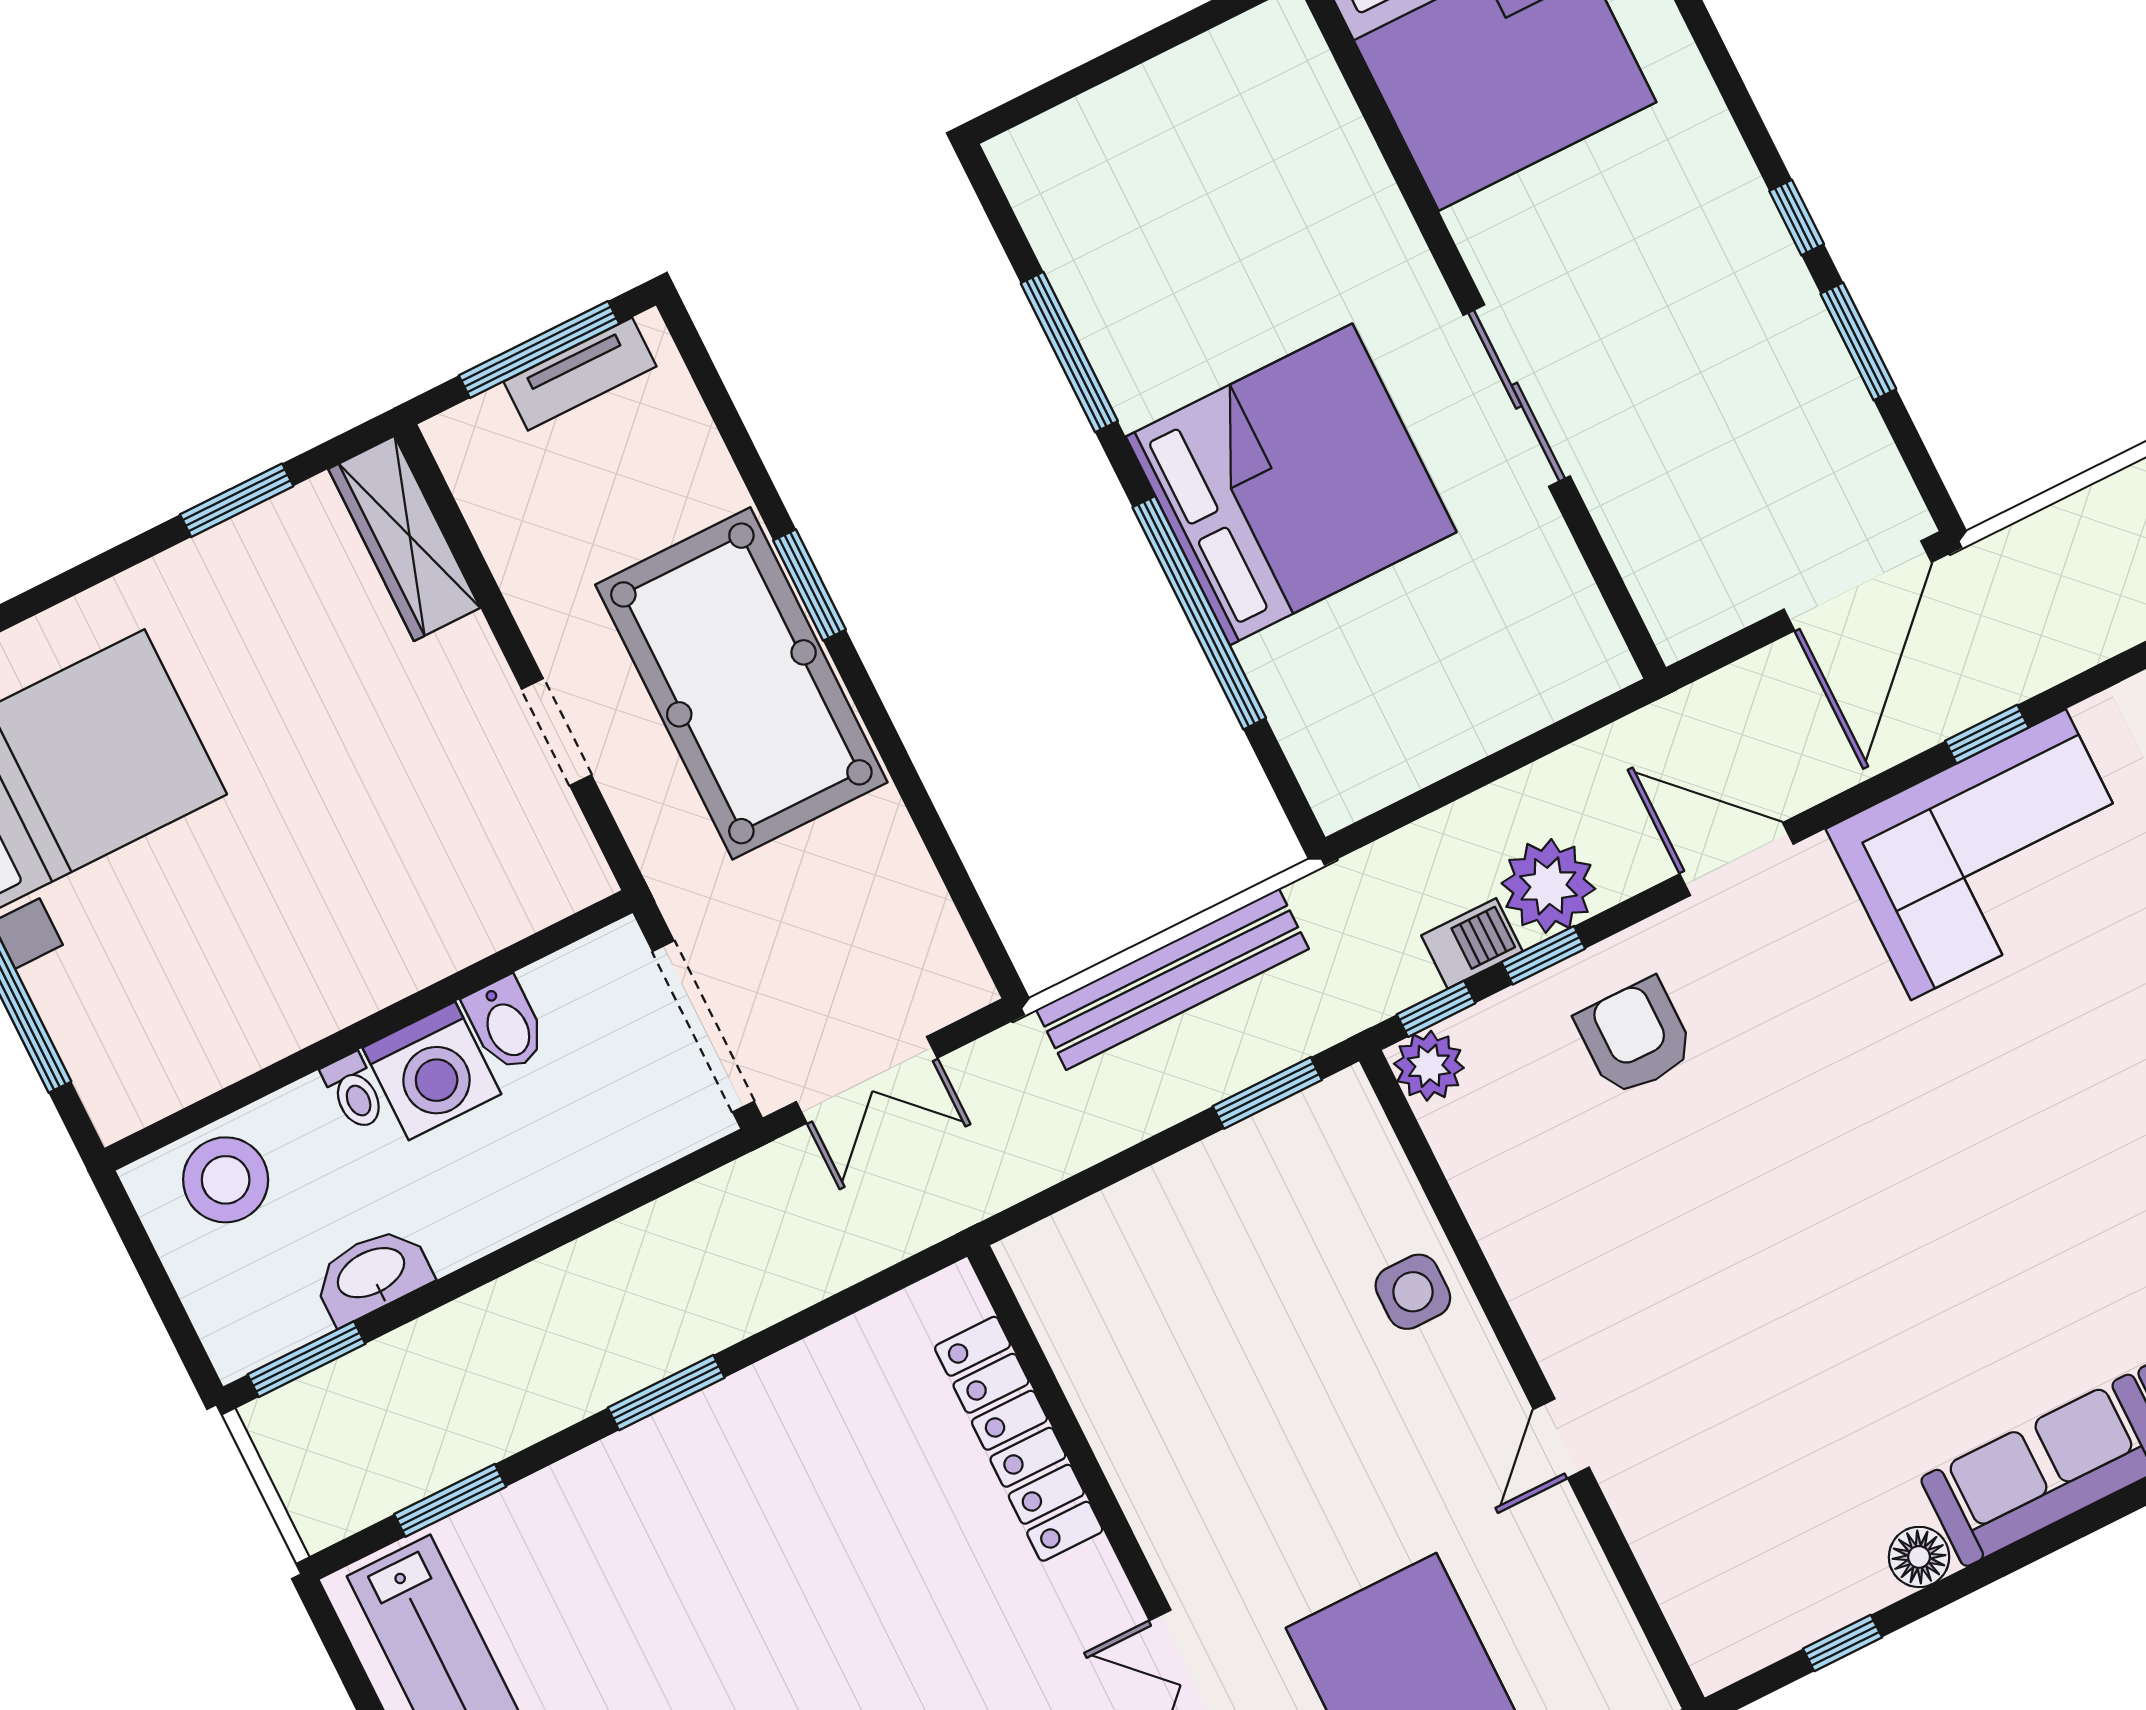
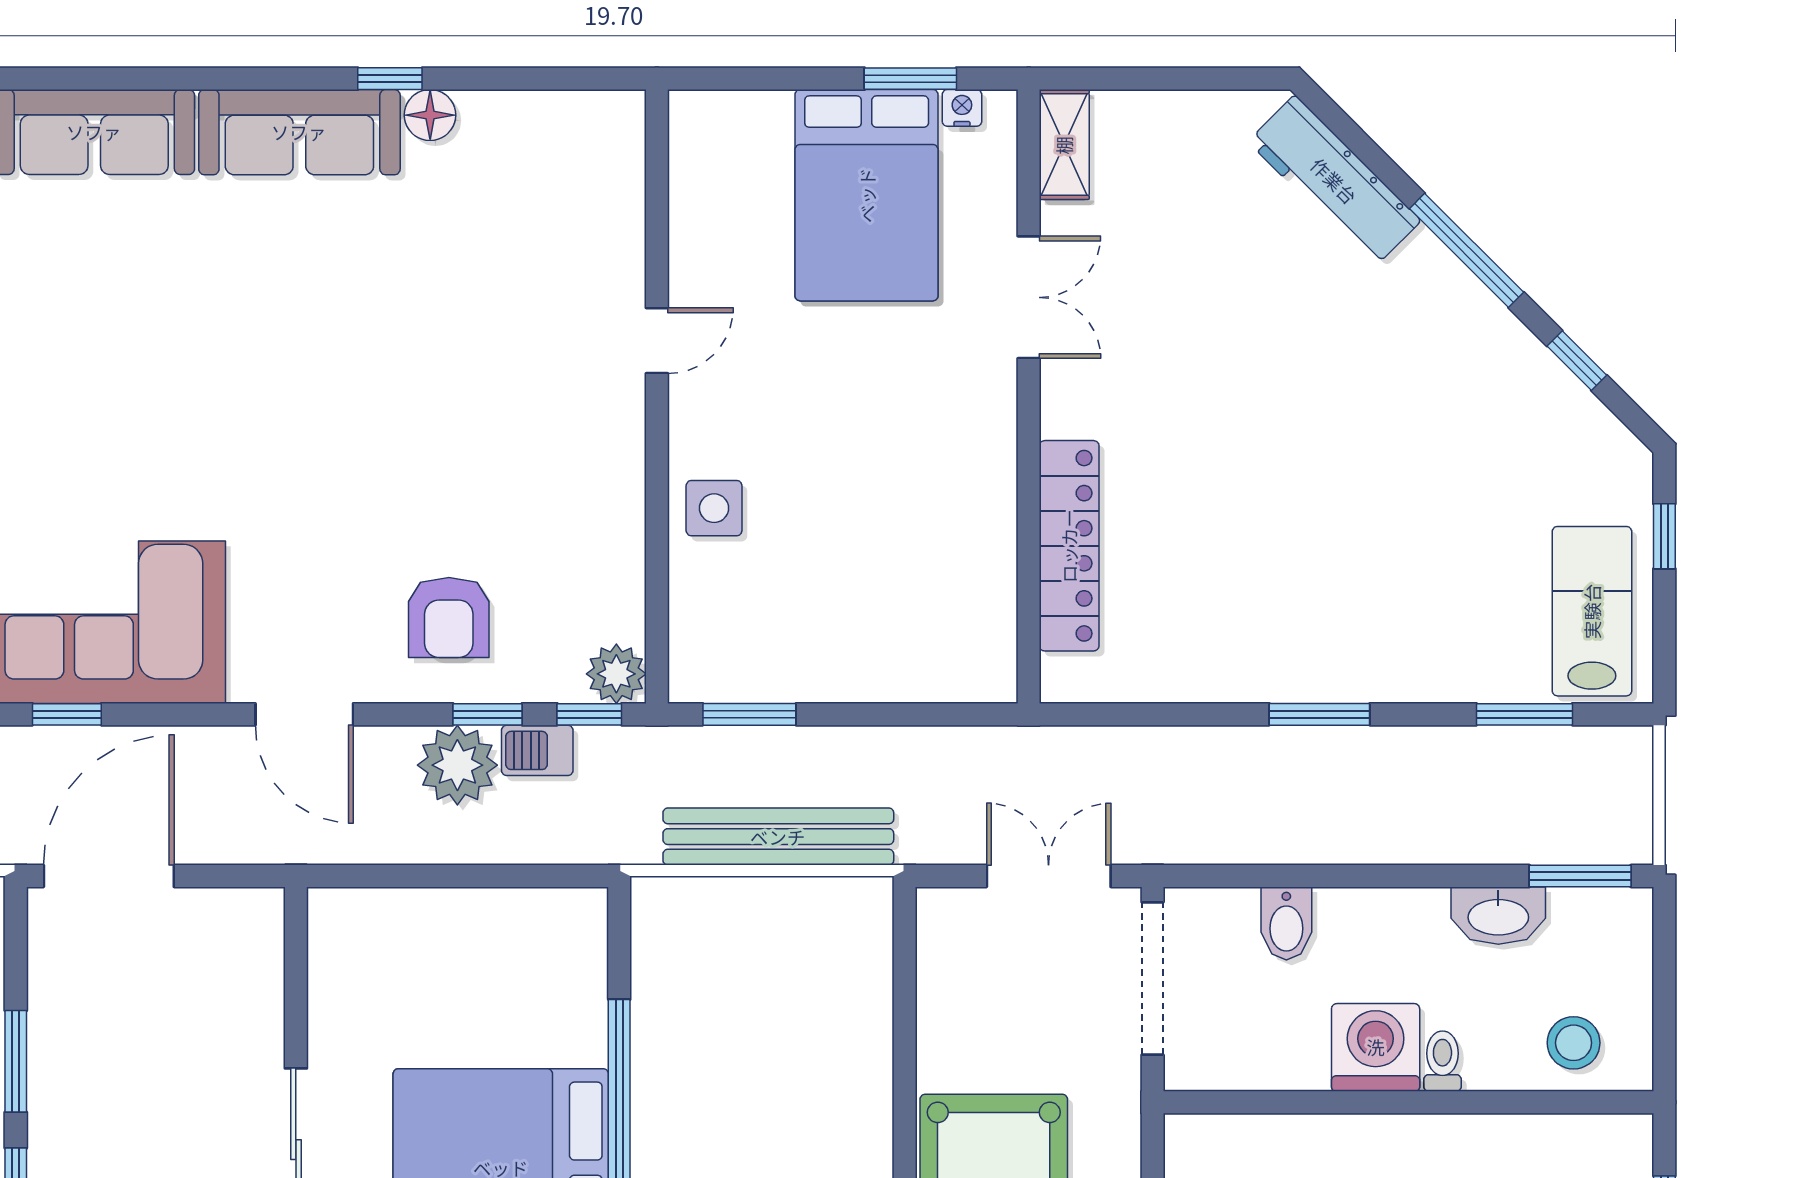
bidet: (506, 1024) -> (1286, 923), moved, turned 180
stool: (226, 1180) -> (1574, 1043), width x0.73, depth x0.73
window: (1843, 1643) -> (390, 79), moved

